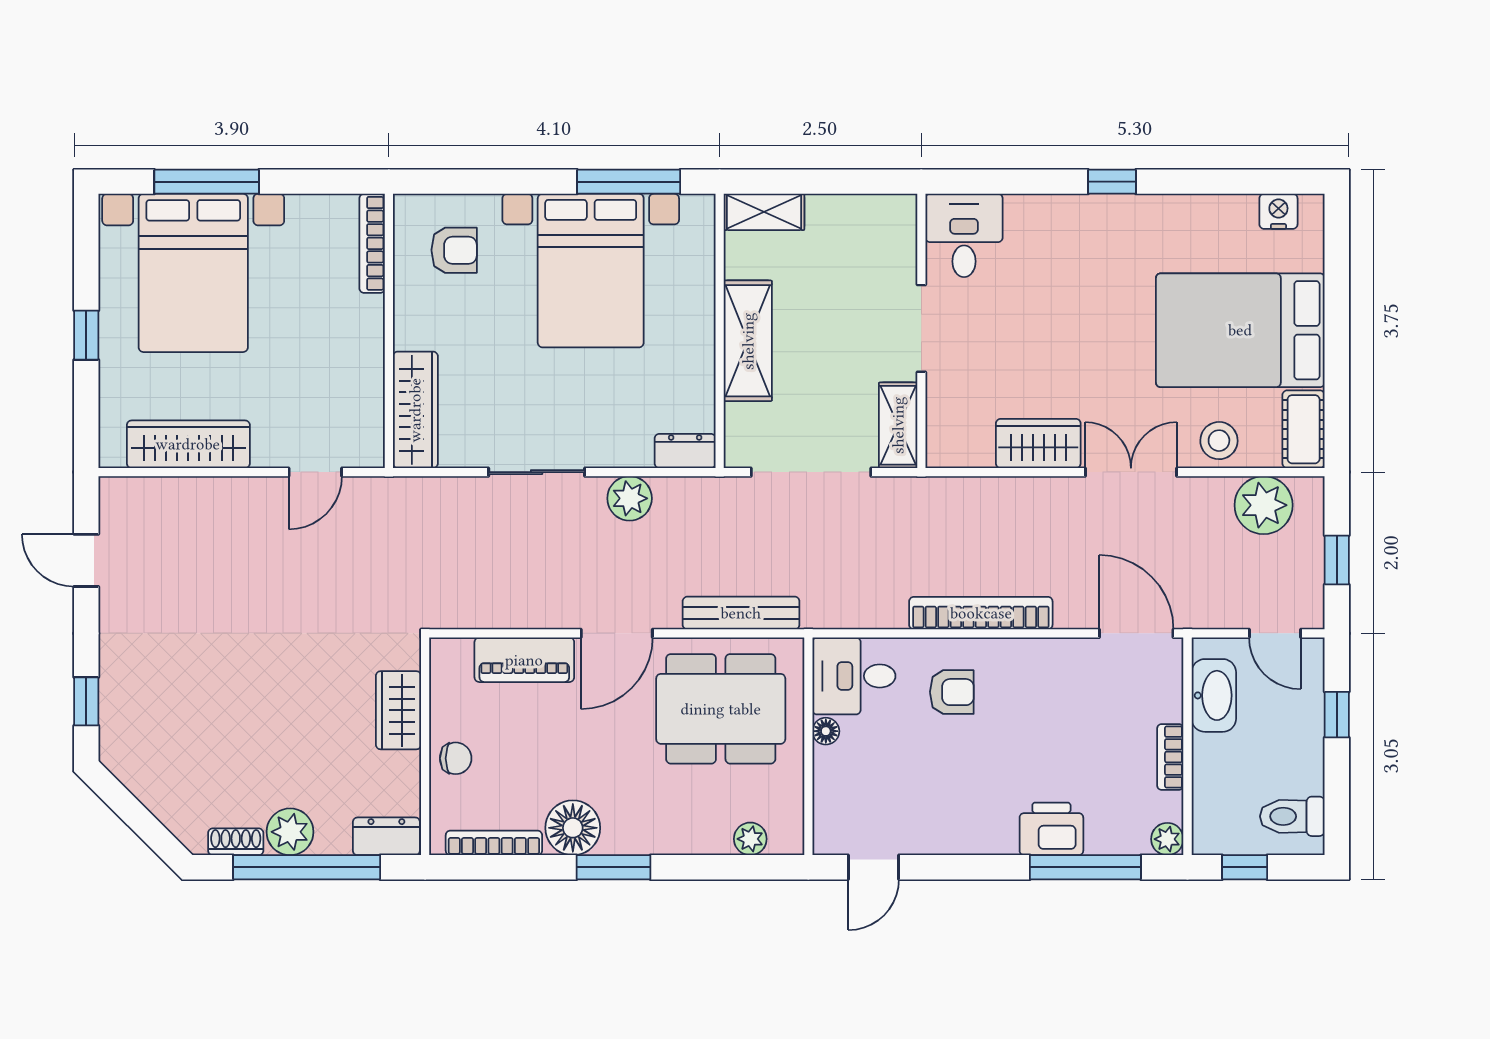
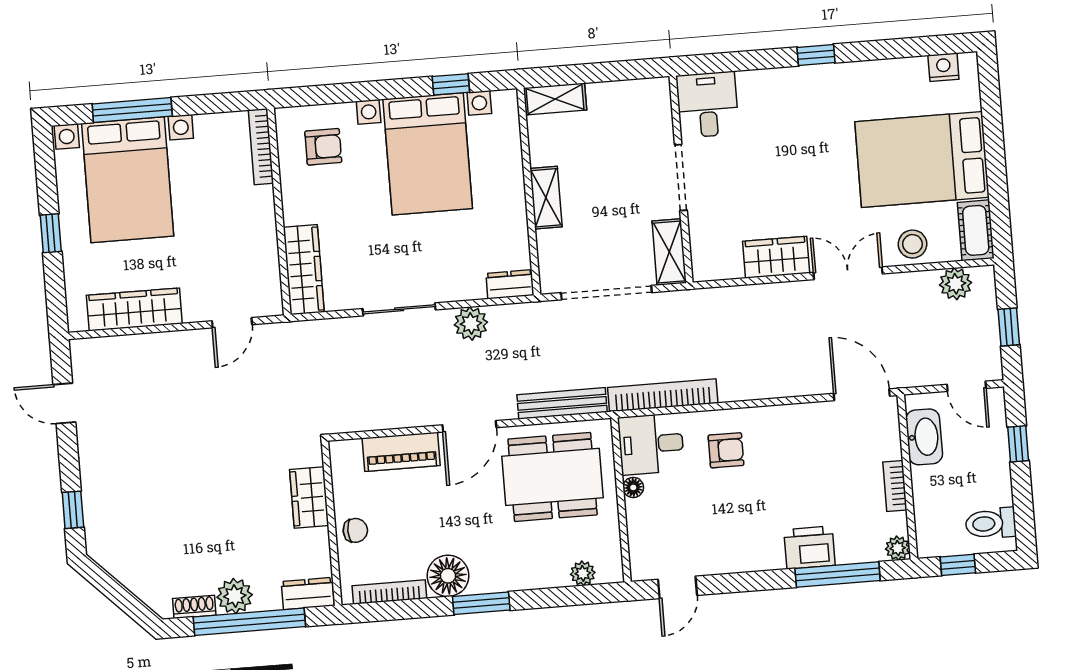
window: (629, 182) -> (451, 84), width x0.46
shelving: (748, 341) -> (546, 198), width x0.67, depth x0.75
plant: (1264, 505) -> (956, 284), width x0.73, depth x0.73
bookcase: (981, 613) -> (663, 395), moved

